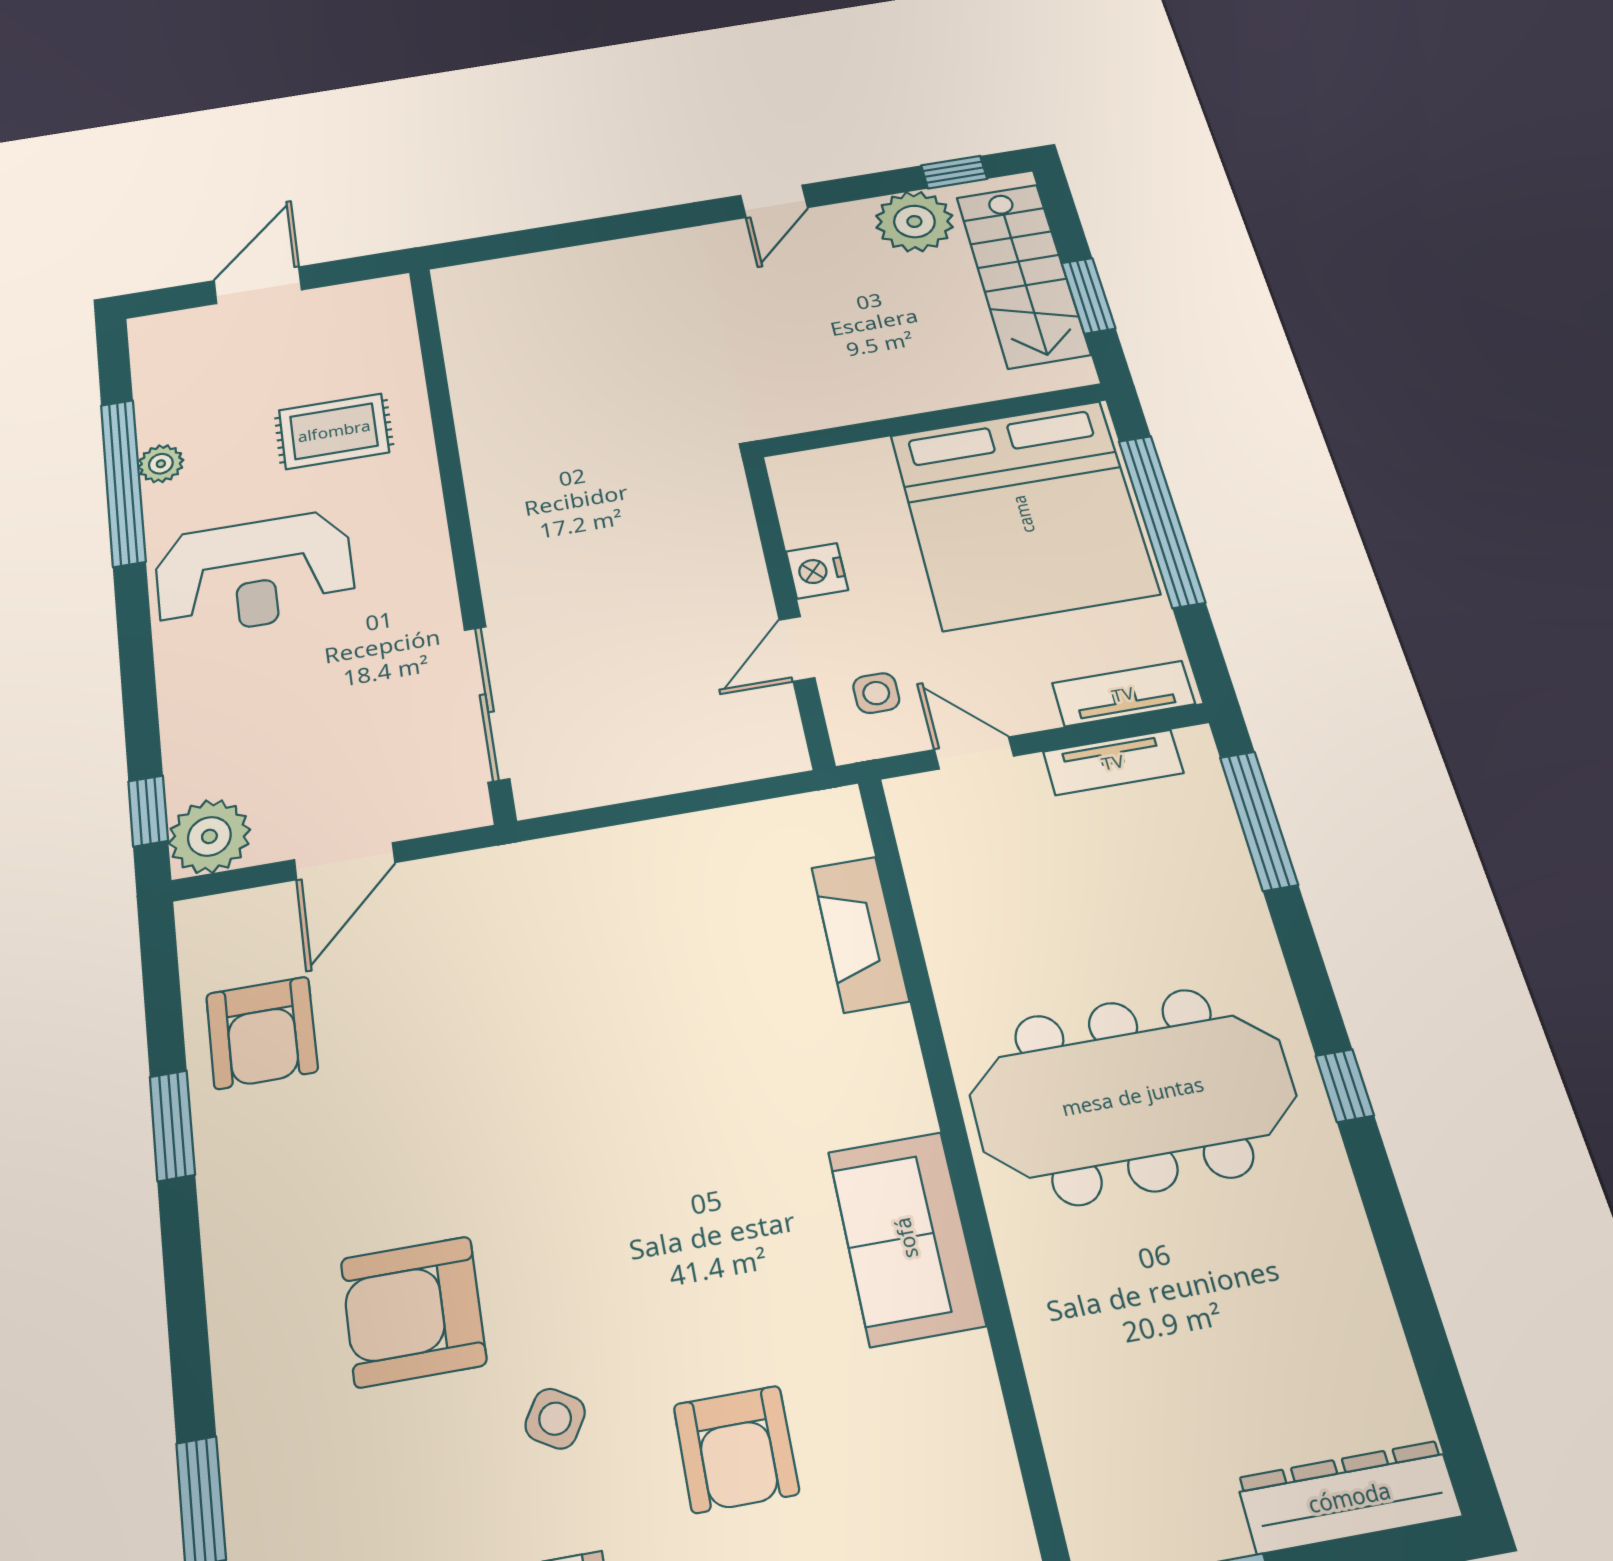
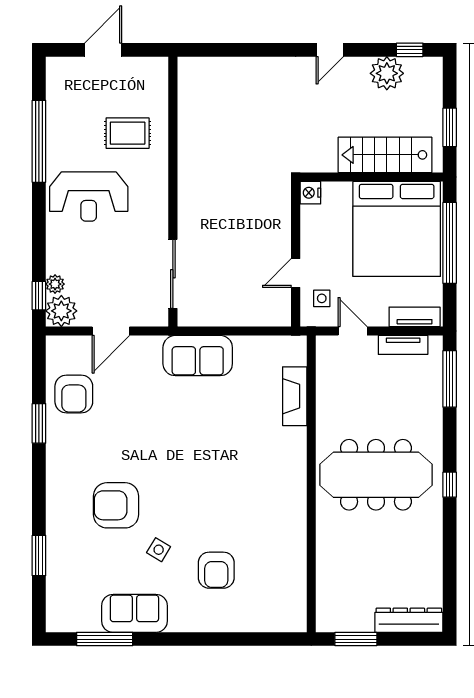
stairs: (1023, 275) -> (385, 155), moved, turned 90
plant: (161, 464) -> (55, 284), moved
nightstand: (817, 571) -> (310, 193), moved
sofa: (906, 1238) -> (198, 356), moved, turned -90

